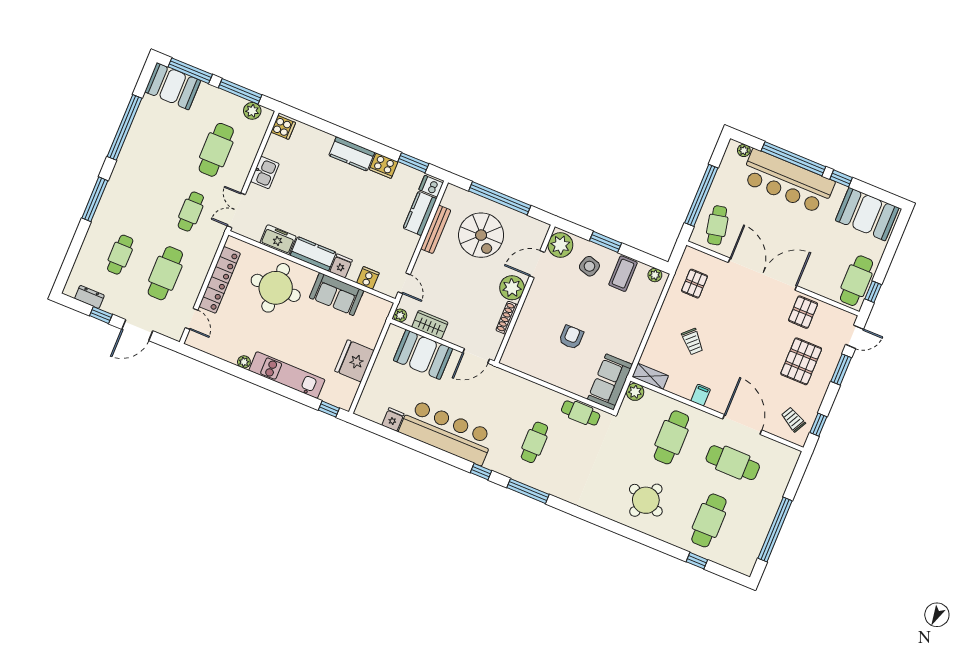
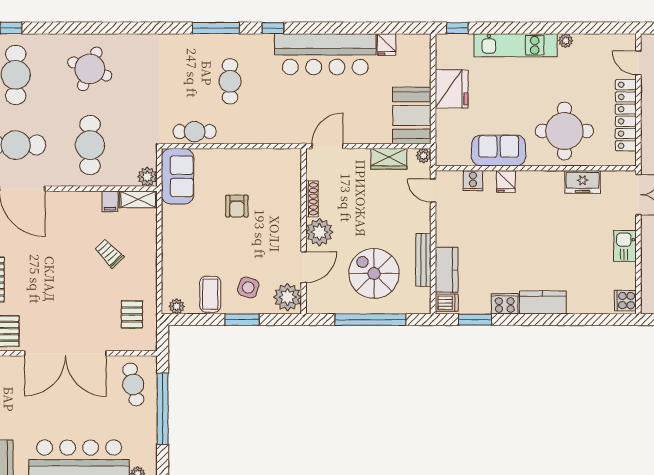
kitchen counter: (313, 254) -> (540, 182), removed
booth: (423, 355) -> (412, 115), moved, turned 90
filing cabinet: (701, 395) -> (110, 201), moved

